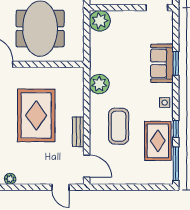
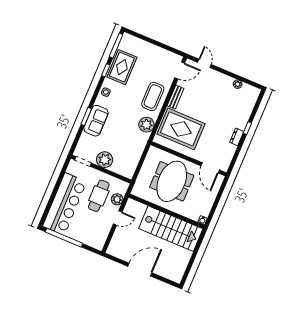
plant: (100, 21) -> (105, 160), moved
rug: (36, 115) -> (181, 129), moved, turned 90
coffee table: (119, 126) -> (153, 96), moved
door: (87, 166) -> (180, 70), swing flipped

